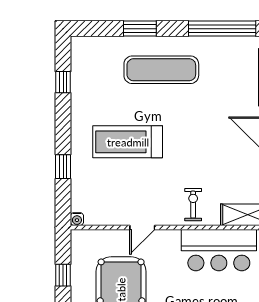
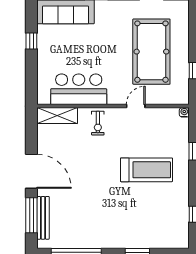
exercise mat: (161, 70) -> (121, 223), removed

